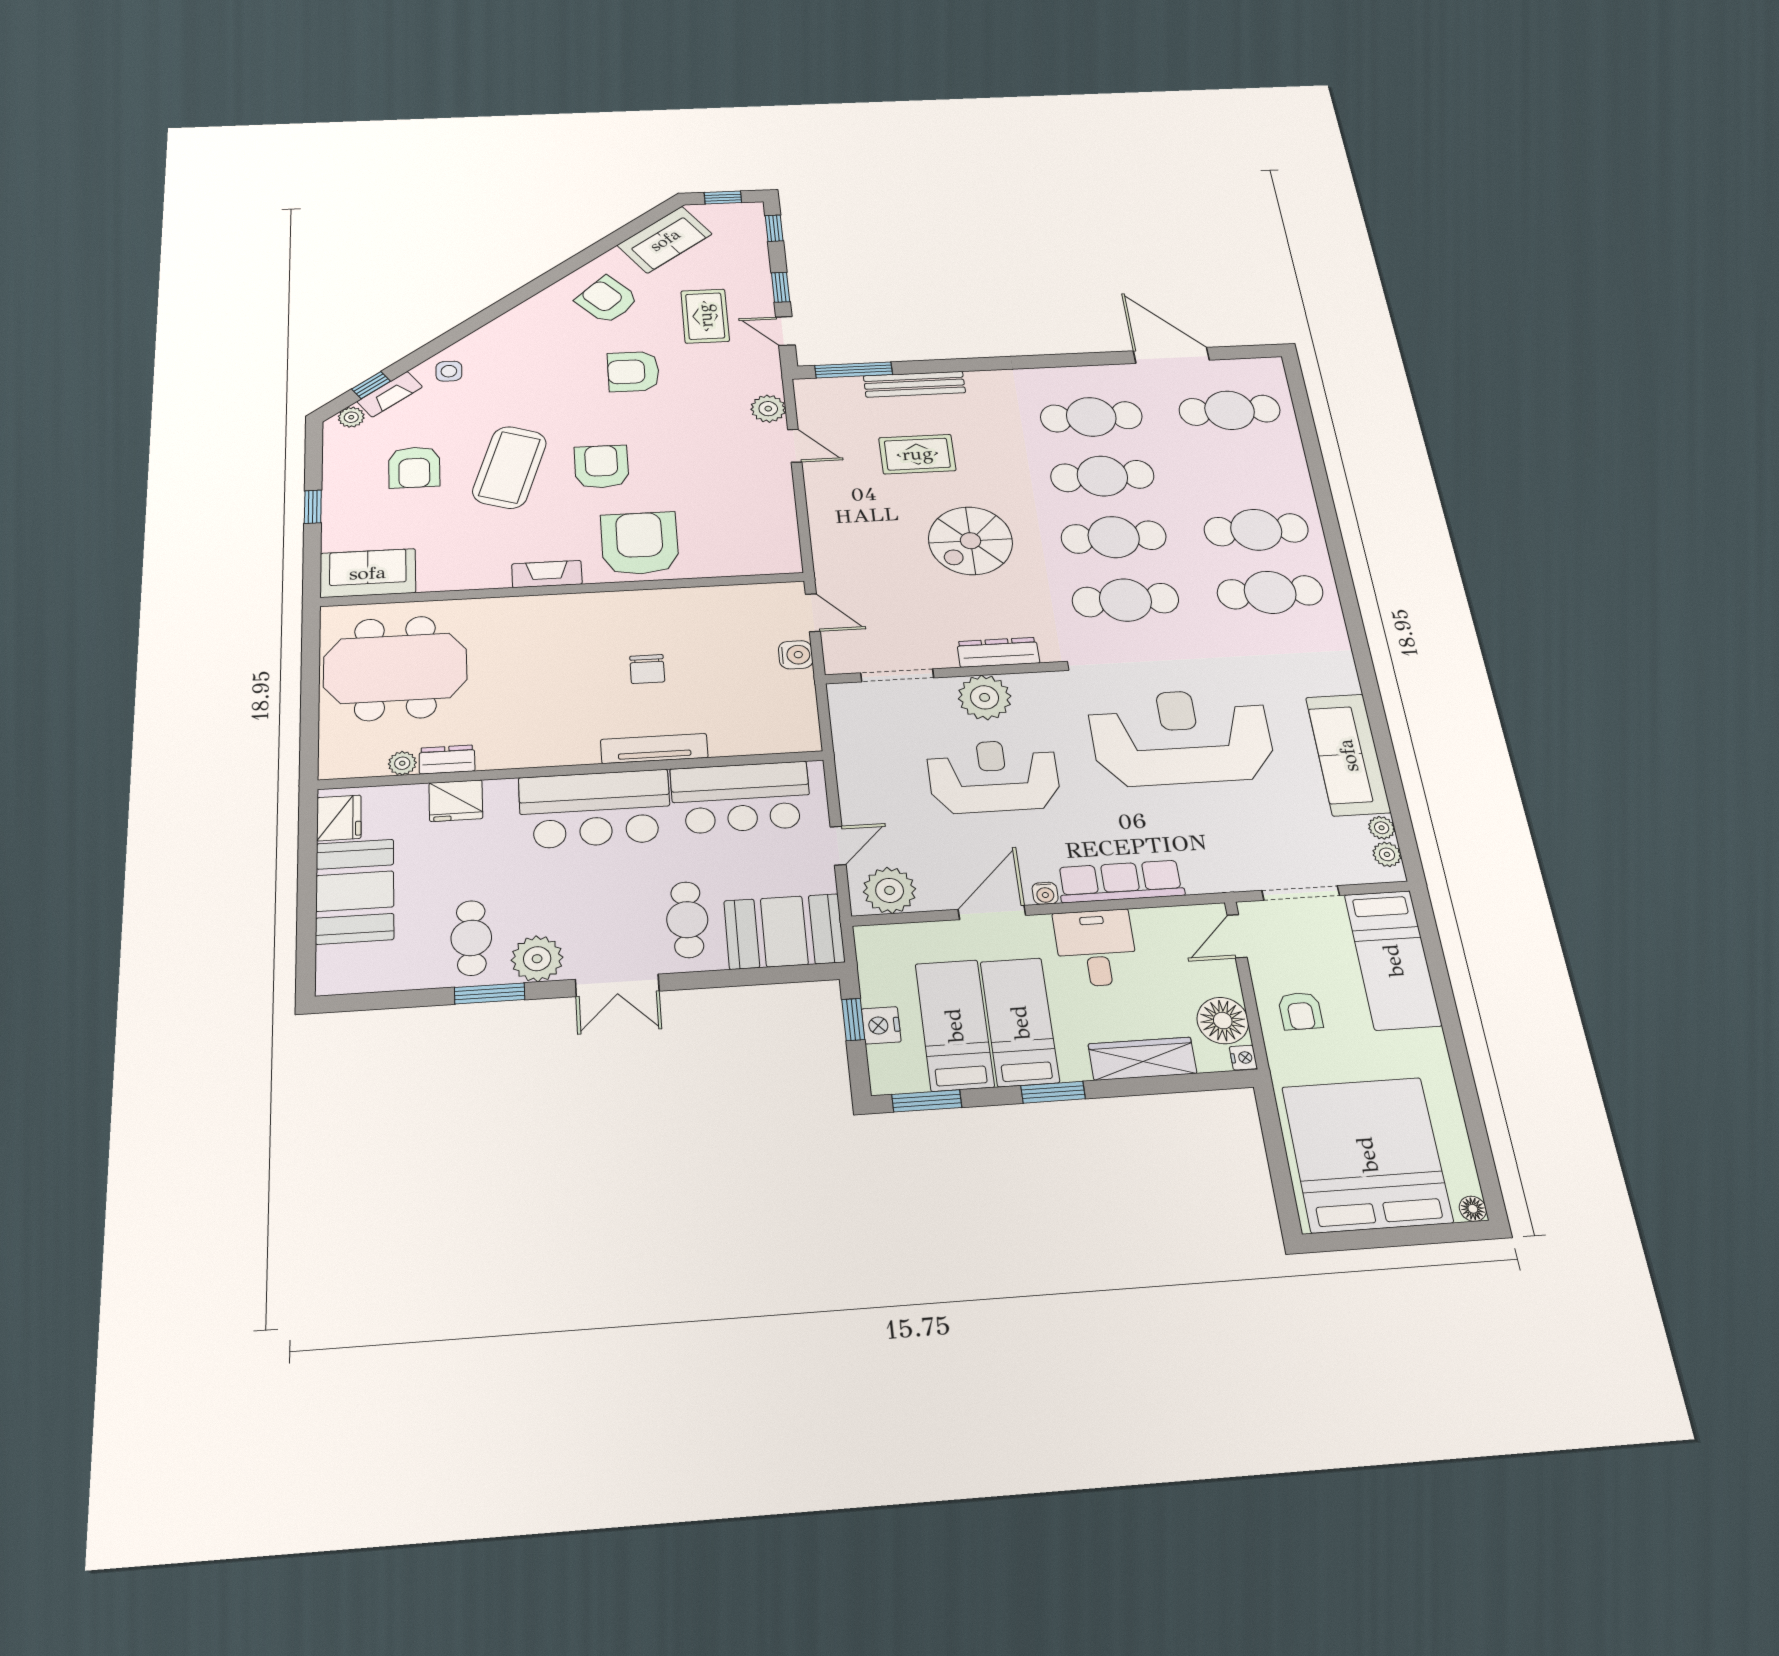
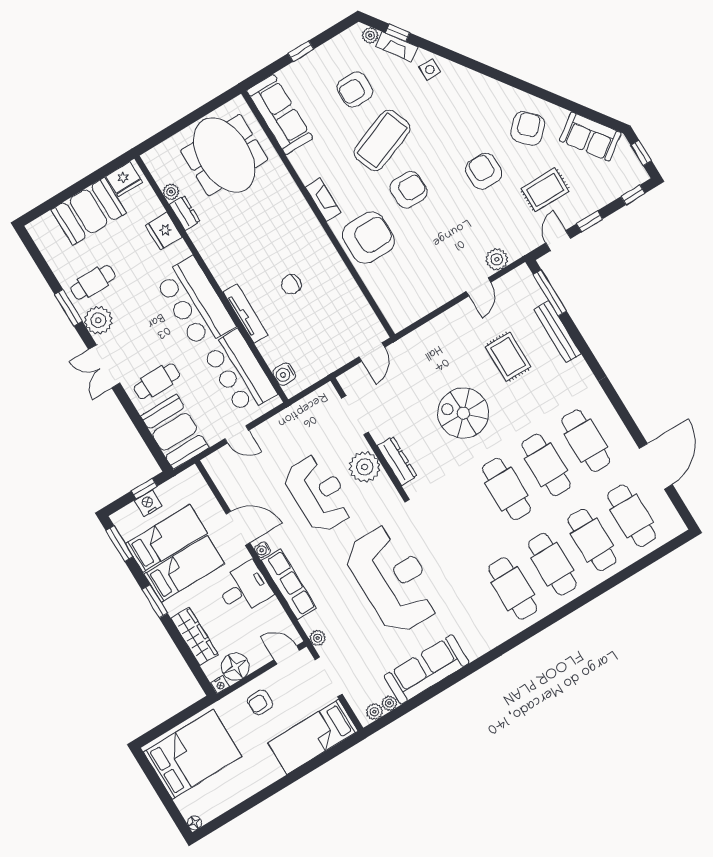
coffee table: (510, 467) -> (382, 140), turned -39
sofa: (368, 573) -> (280, 114), width x1.36
cafe table: (1125, 600) -> (592, 540), moved
water cooler: (796, 655) -> (284, 374), moved, turned 90
plant: (890, 890) -> (318, 638), moved, width x0.53, depth x0.53
bed: (1367, 1154) -> (193, 754), width x0.73

